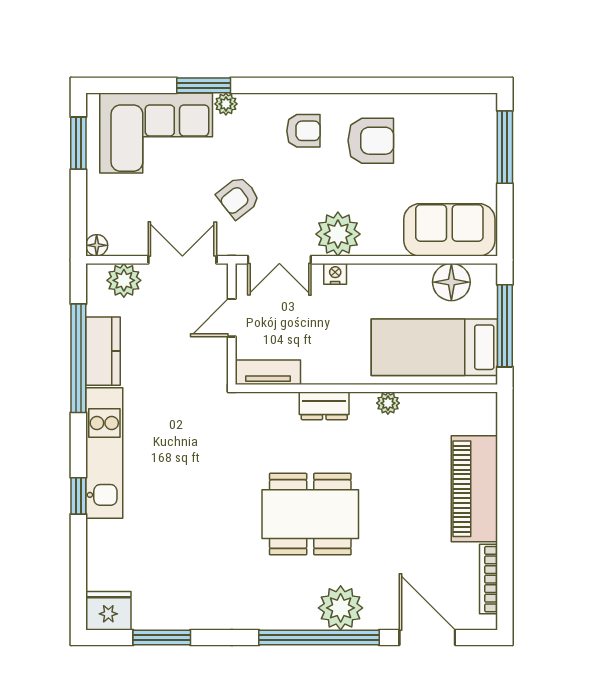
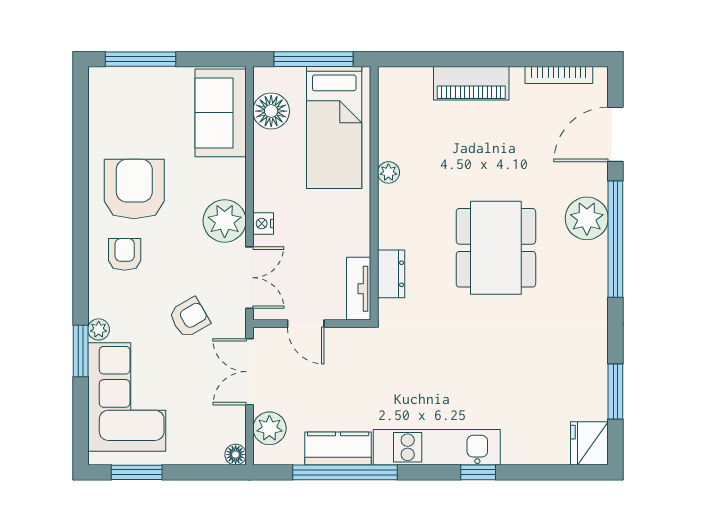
armchair: (371, 141) -> (134, 189), width x1.36, depth x1.36
armchair: (238, 198) -> (189, 318), turned -82
dresser: (324, 406) -> (391, 274), moved
piano: (474, 489) -> (471, 83), width x0.73, depth x0.75

